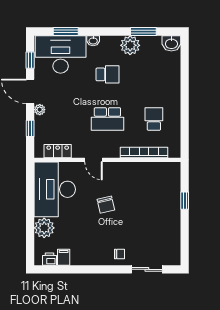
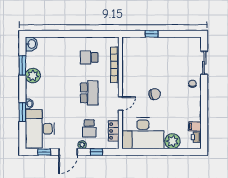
window: (66, 32) -> (22, 112), moved
school desk: (107, 74) -> (89, 128), moved, turned 180

